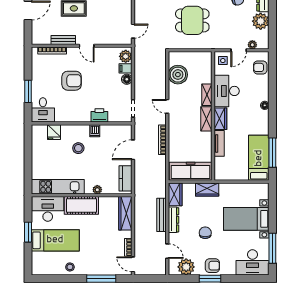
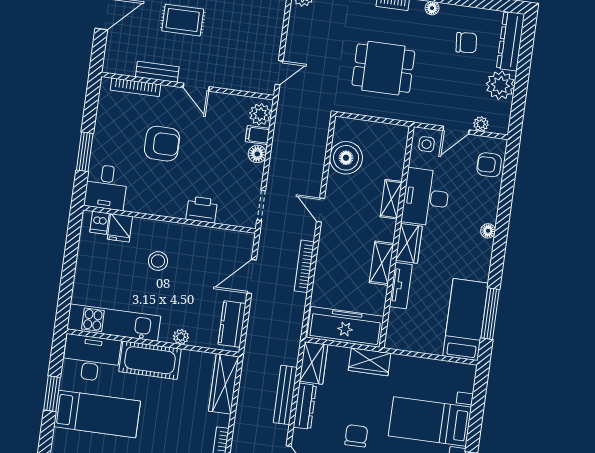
shelving: (206, 119) -> (382, 263), moved
dishwasher: (95, 131) -> (100, 223), moved

